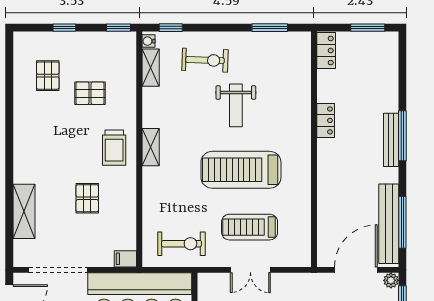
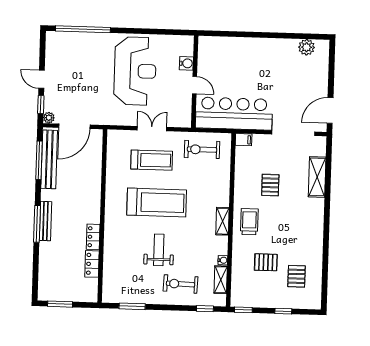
water cooler: (149, 41) -> (223, 260), moved
locker: (326, 51) -> (92, 264), moved

